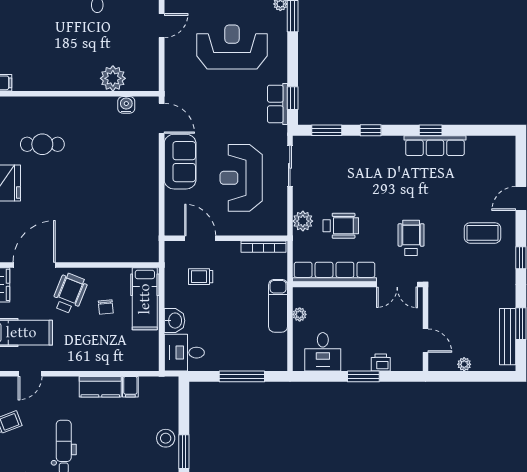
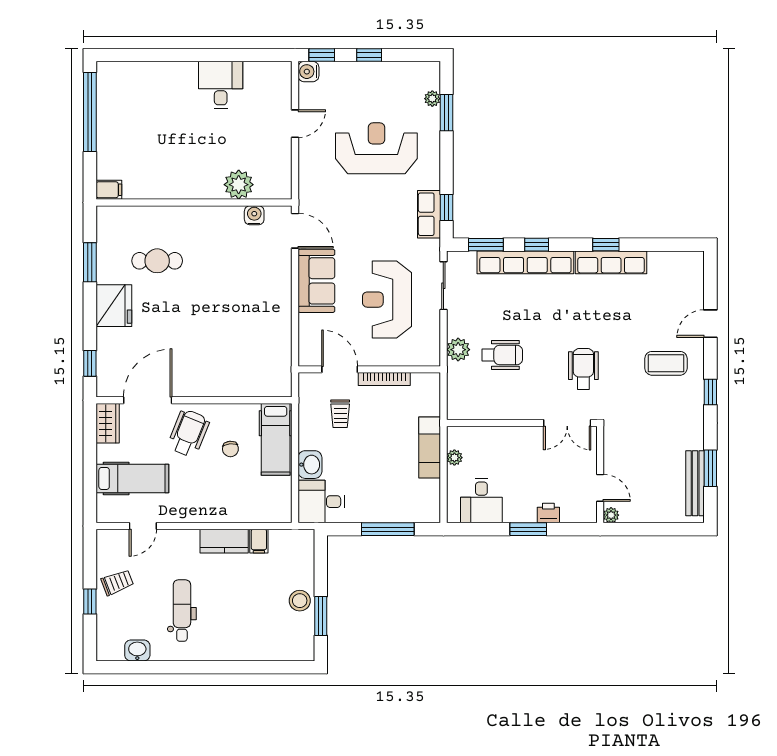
bookcase: (264, 247) -> (384, 379), moved
row of seats: (334, 272) -> (525, 262), moved, turned 180
trolley: (201, 277) -> (340, 414), turned -90
plant: (464, 364) -> (611, 515), moved

